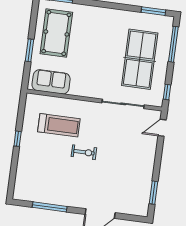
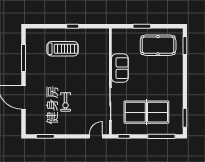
sofa: (51, 82) -> (120, 68), moved
treadmill: (59, 125) -> (63, 49), moved, turned -90
door: (162, 128) -> (96, 136), hinge flipped
exercise bike: (84, 152) -> (66, 102), moved

